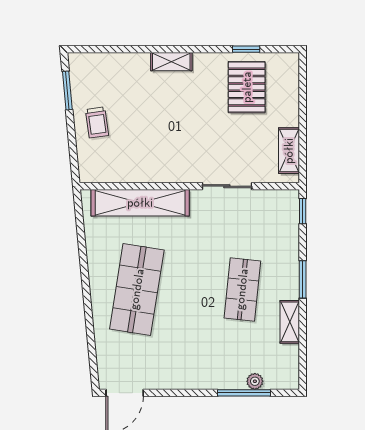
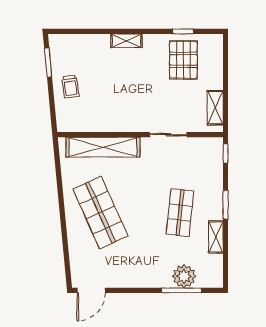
shop shelf: (137, 289) -> (100, 213), turned -33
plant: (255, 381) -> (184, 276), width x1.88, depth x1.88

